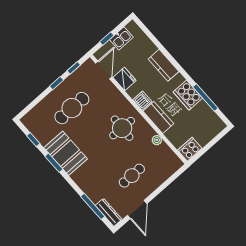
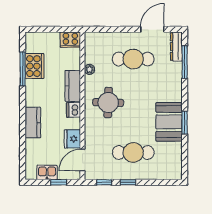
cooker: (188, 95) -> (34, 66), moved
window: (33, 140) -> (185, 155), removed
cafe table: (132, 176) -> (133, 59), width x1.37, depth x1.35

